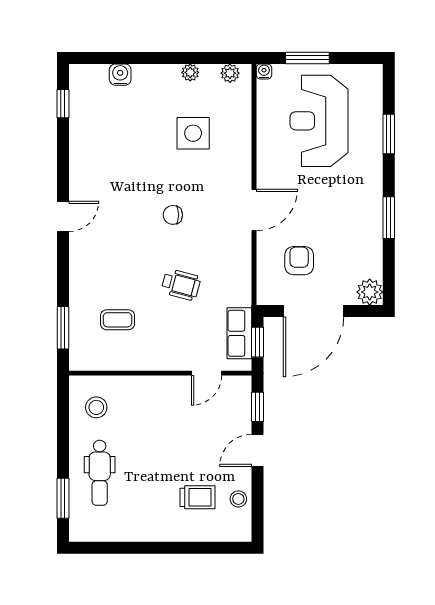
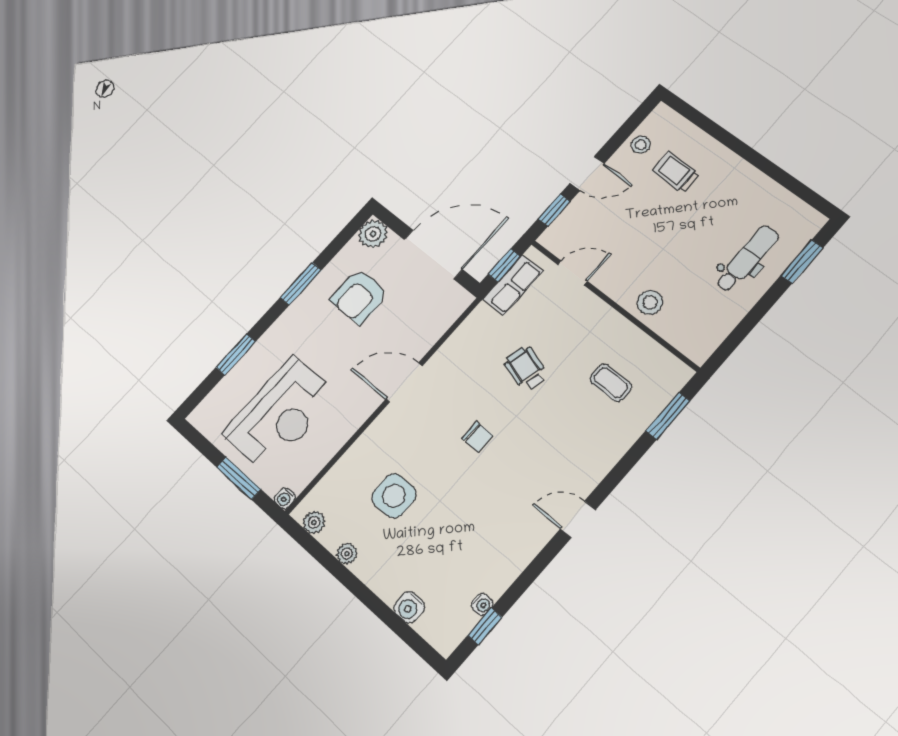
water cooler: (76, 115) -> (482, 604), added
armchair: (299, 261) -> (359, 296), moved, width x1.38, depth x1.38
stool: (96, 407) -> (650, 302), moved

